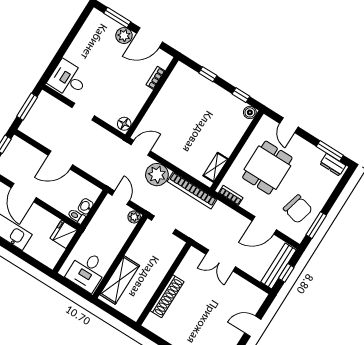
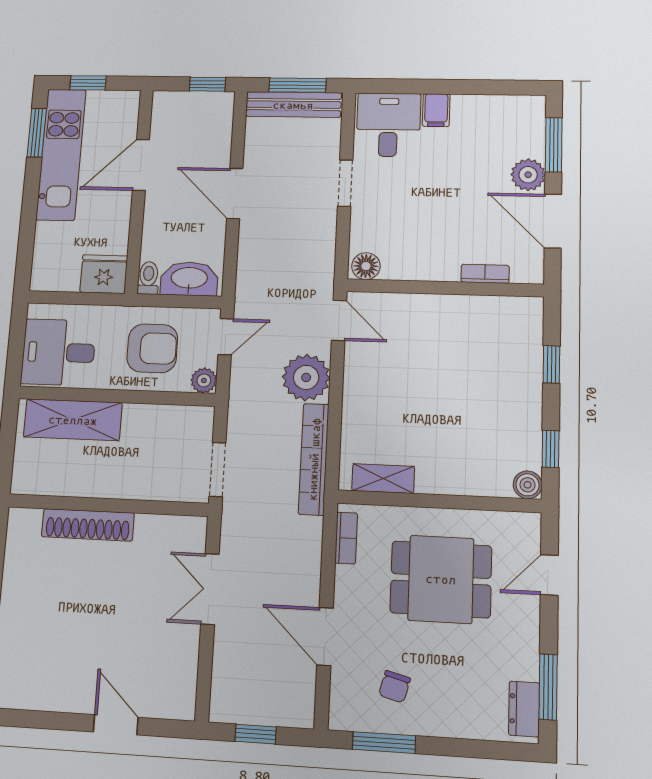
filing cabinet: (73, 56) -> (436, 110), added
washbasin: (86, 206) -> (189, 279), width x1.91, depth x1.45
chair: (298, 209) -> (394, 687), width x0.54, depth x0.54
doorway: (164, 225) -> (217, 469), moved
armchair: (108, 231) -> (152, 348), added
bench: (279, 266) -> (293, 105), moved

